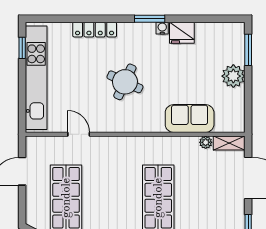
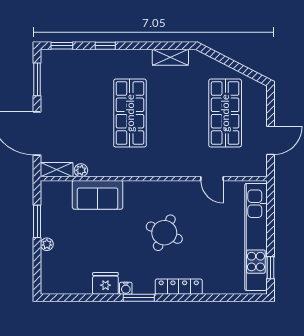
locker: (95, 30) -> (179, 287), moved
window: (248, 50) -> (37, 221), moved
plant: (233, 76) -> (47, 244), width x0.53, depth x0.53

